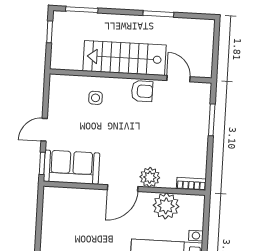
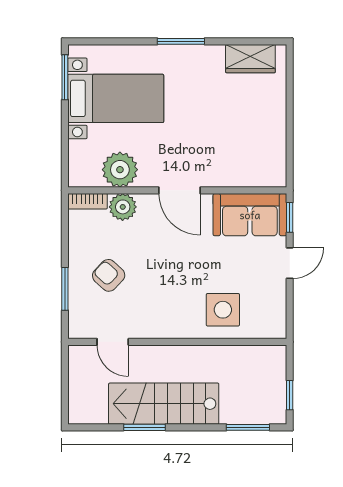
stairs: (125, 58) -> (164, 404), moved, turned 180
armchair: (142, 91) -> (109, 275), moved, turned 43
side table: (96, 98) -> (223, 310), width x1.87, depth x1.87
plant: (150, 177) -> (123, 207), moved
door: (123, 188) -> (180, 190), swing flipped

